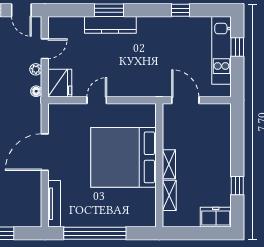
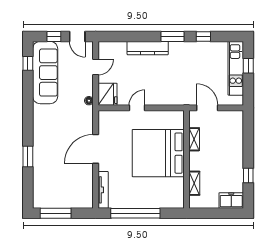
window: (109, 10) -> (173, 36), moved
plant: (36, 69) -> (89, 83), removed
shelving: (169, 164) -> (194, 139), moved

